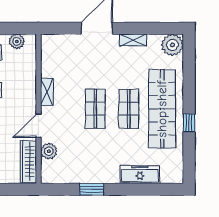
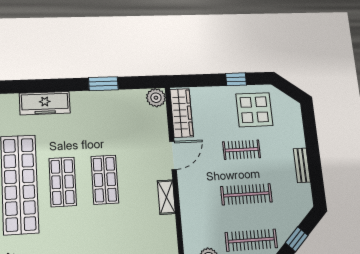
plant: (49, 151) -> (156, 98), moved

